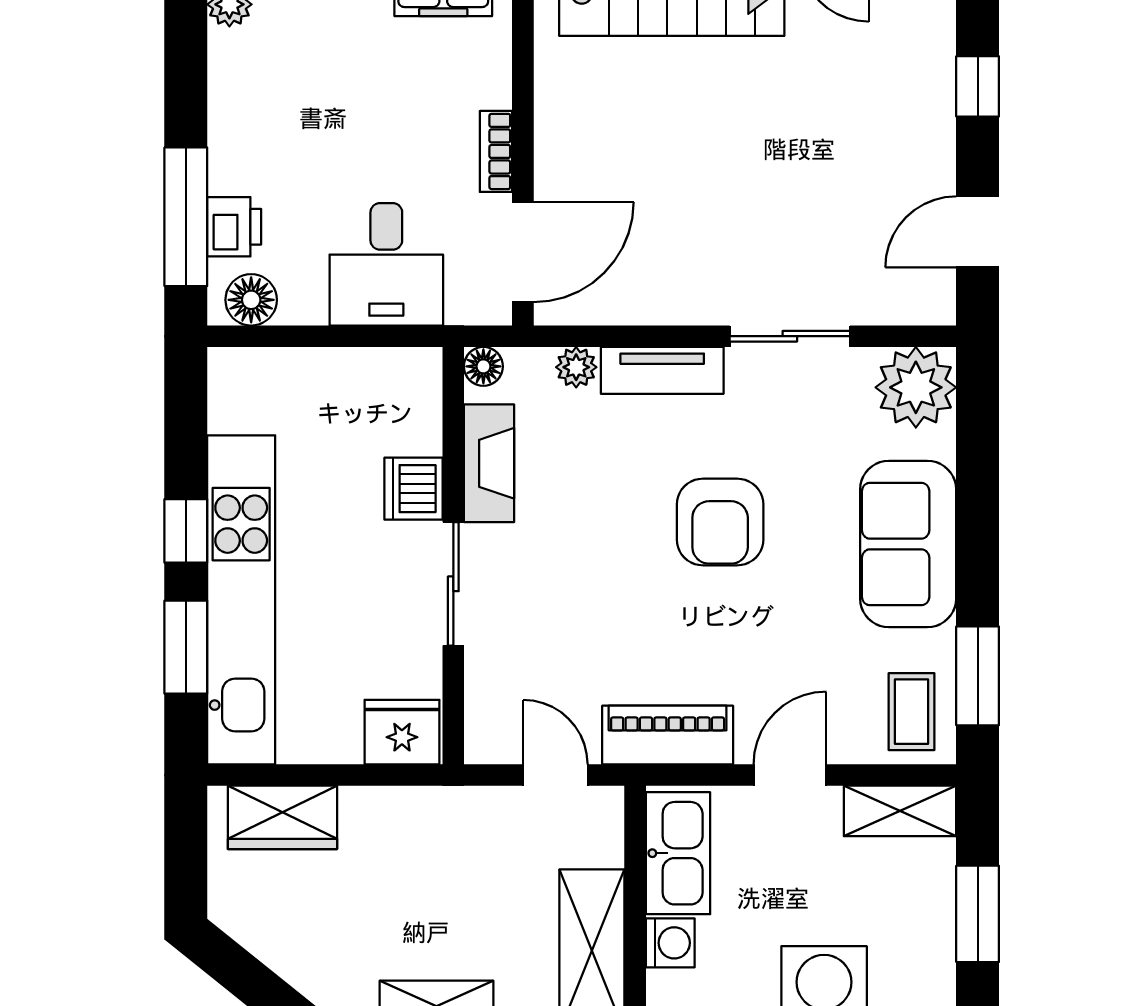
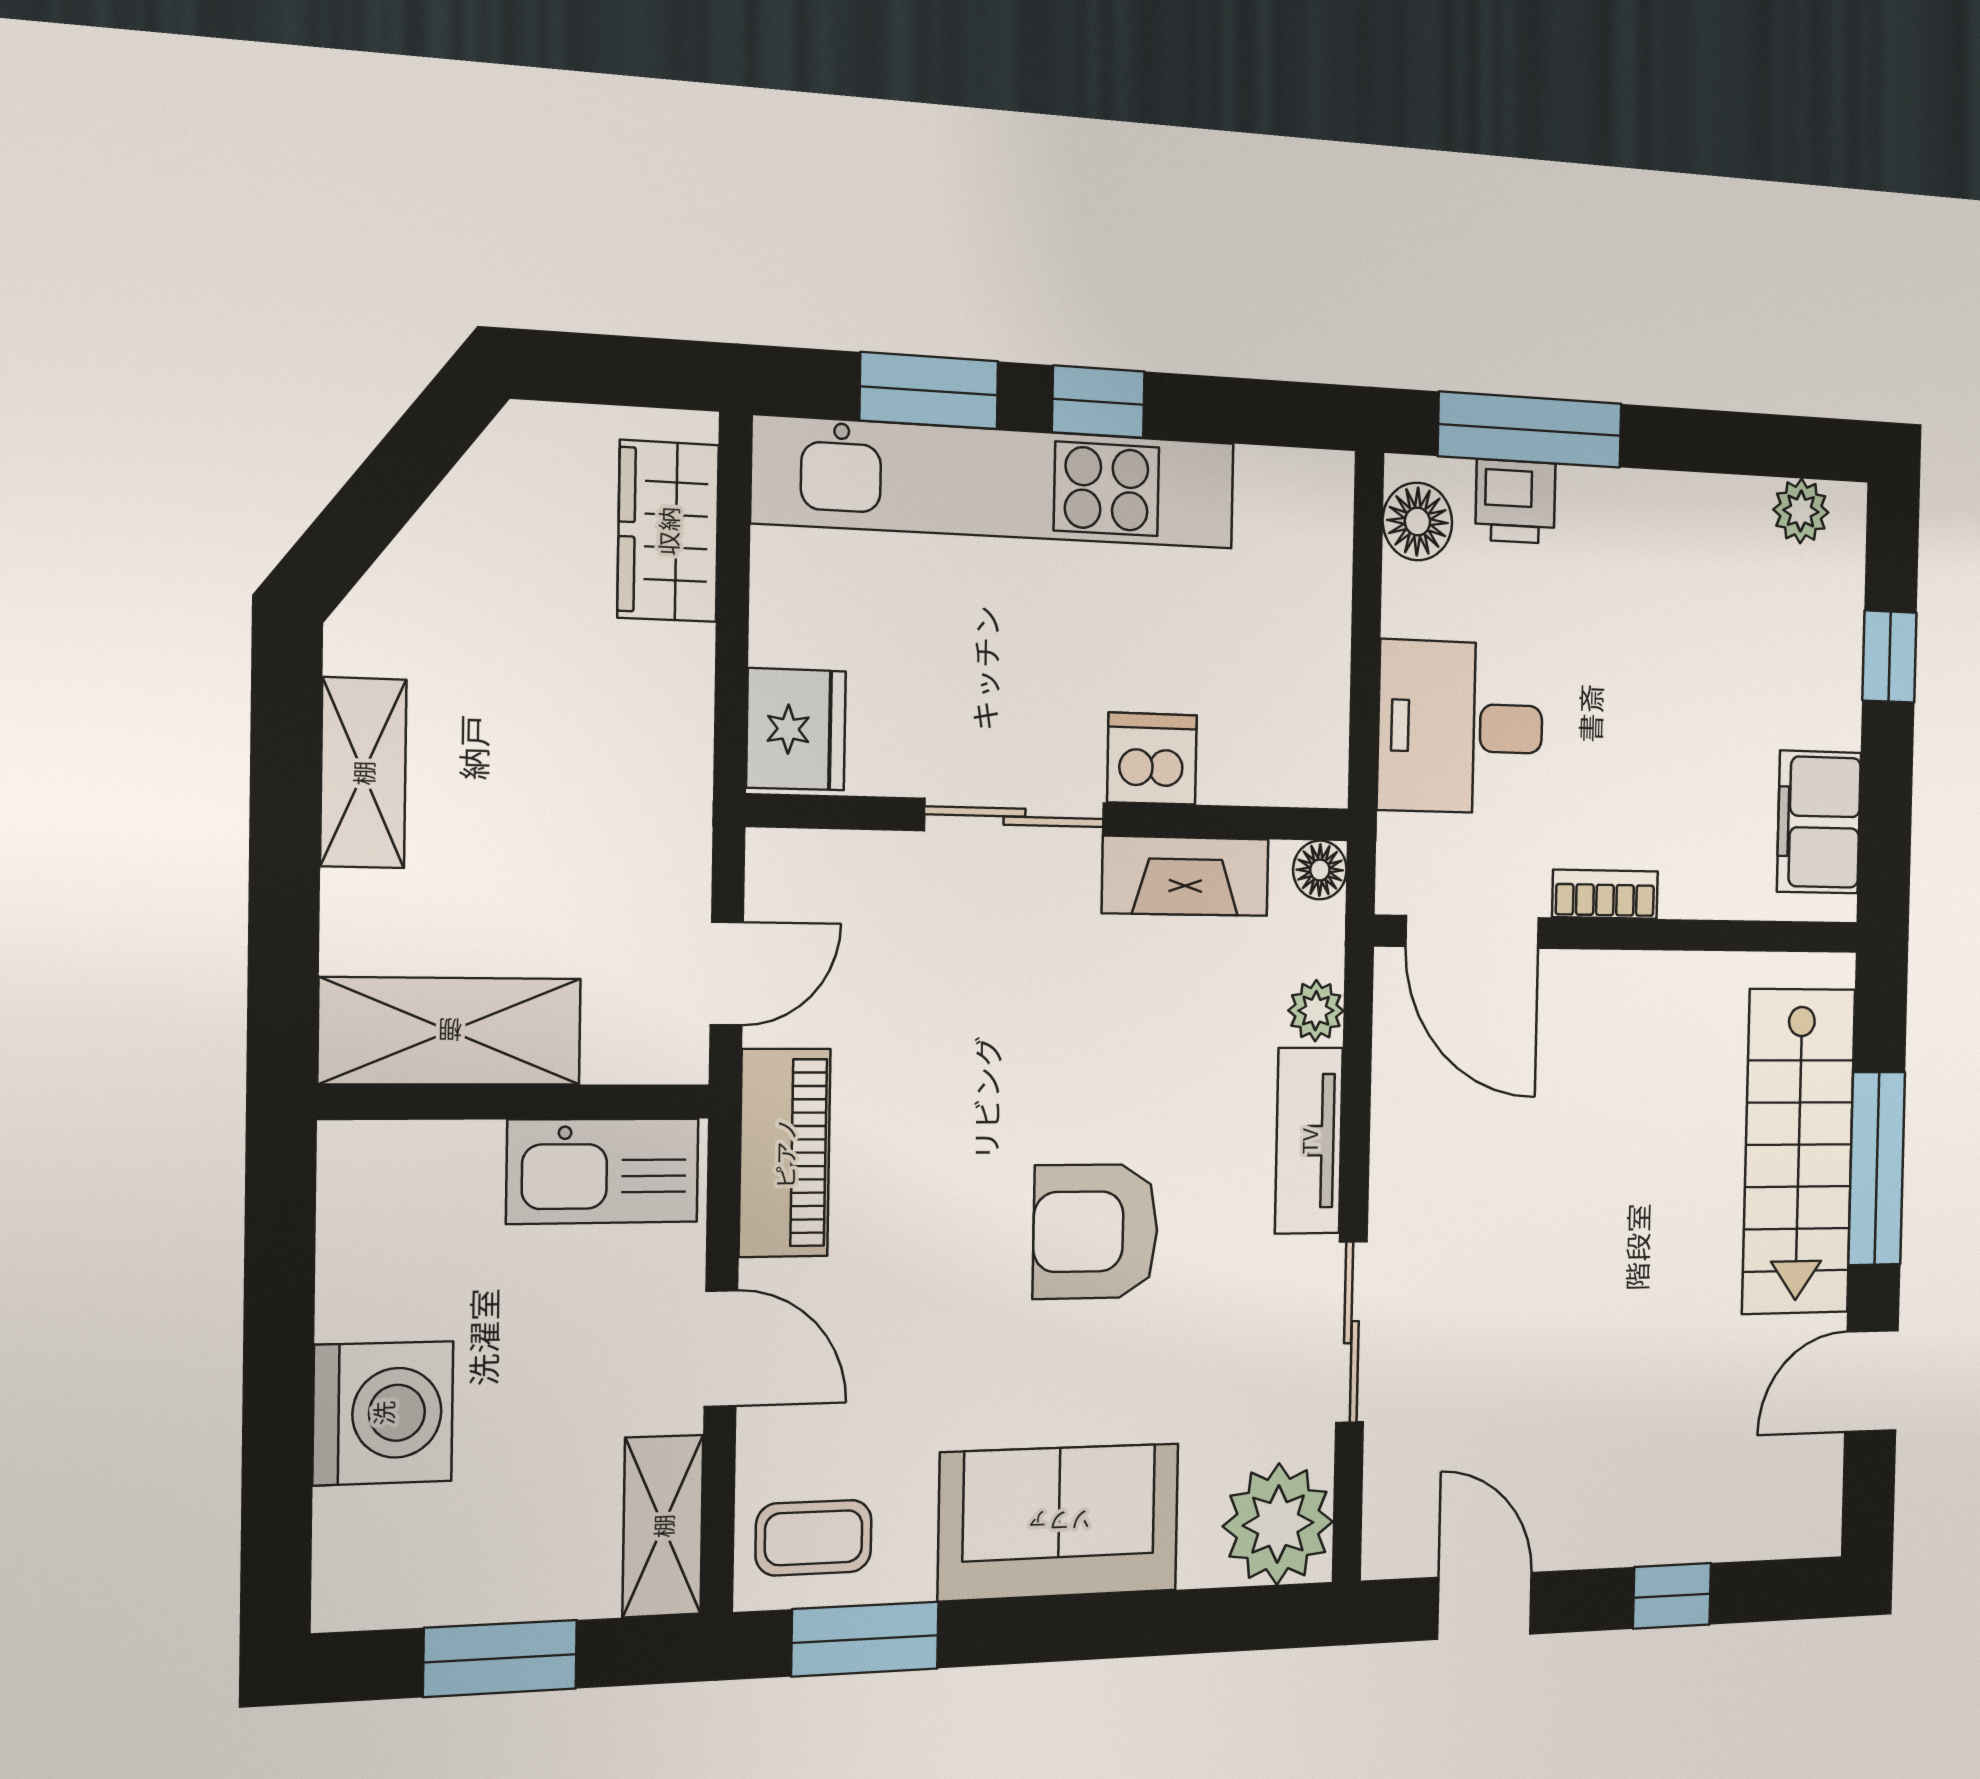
washing machine: (670, 943) -> (461, 1160), removed

